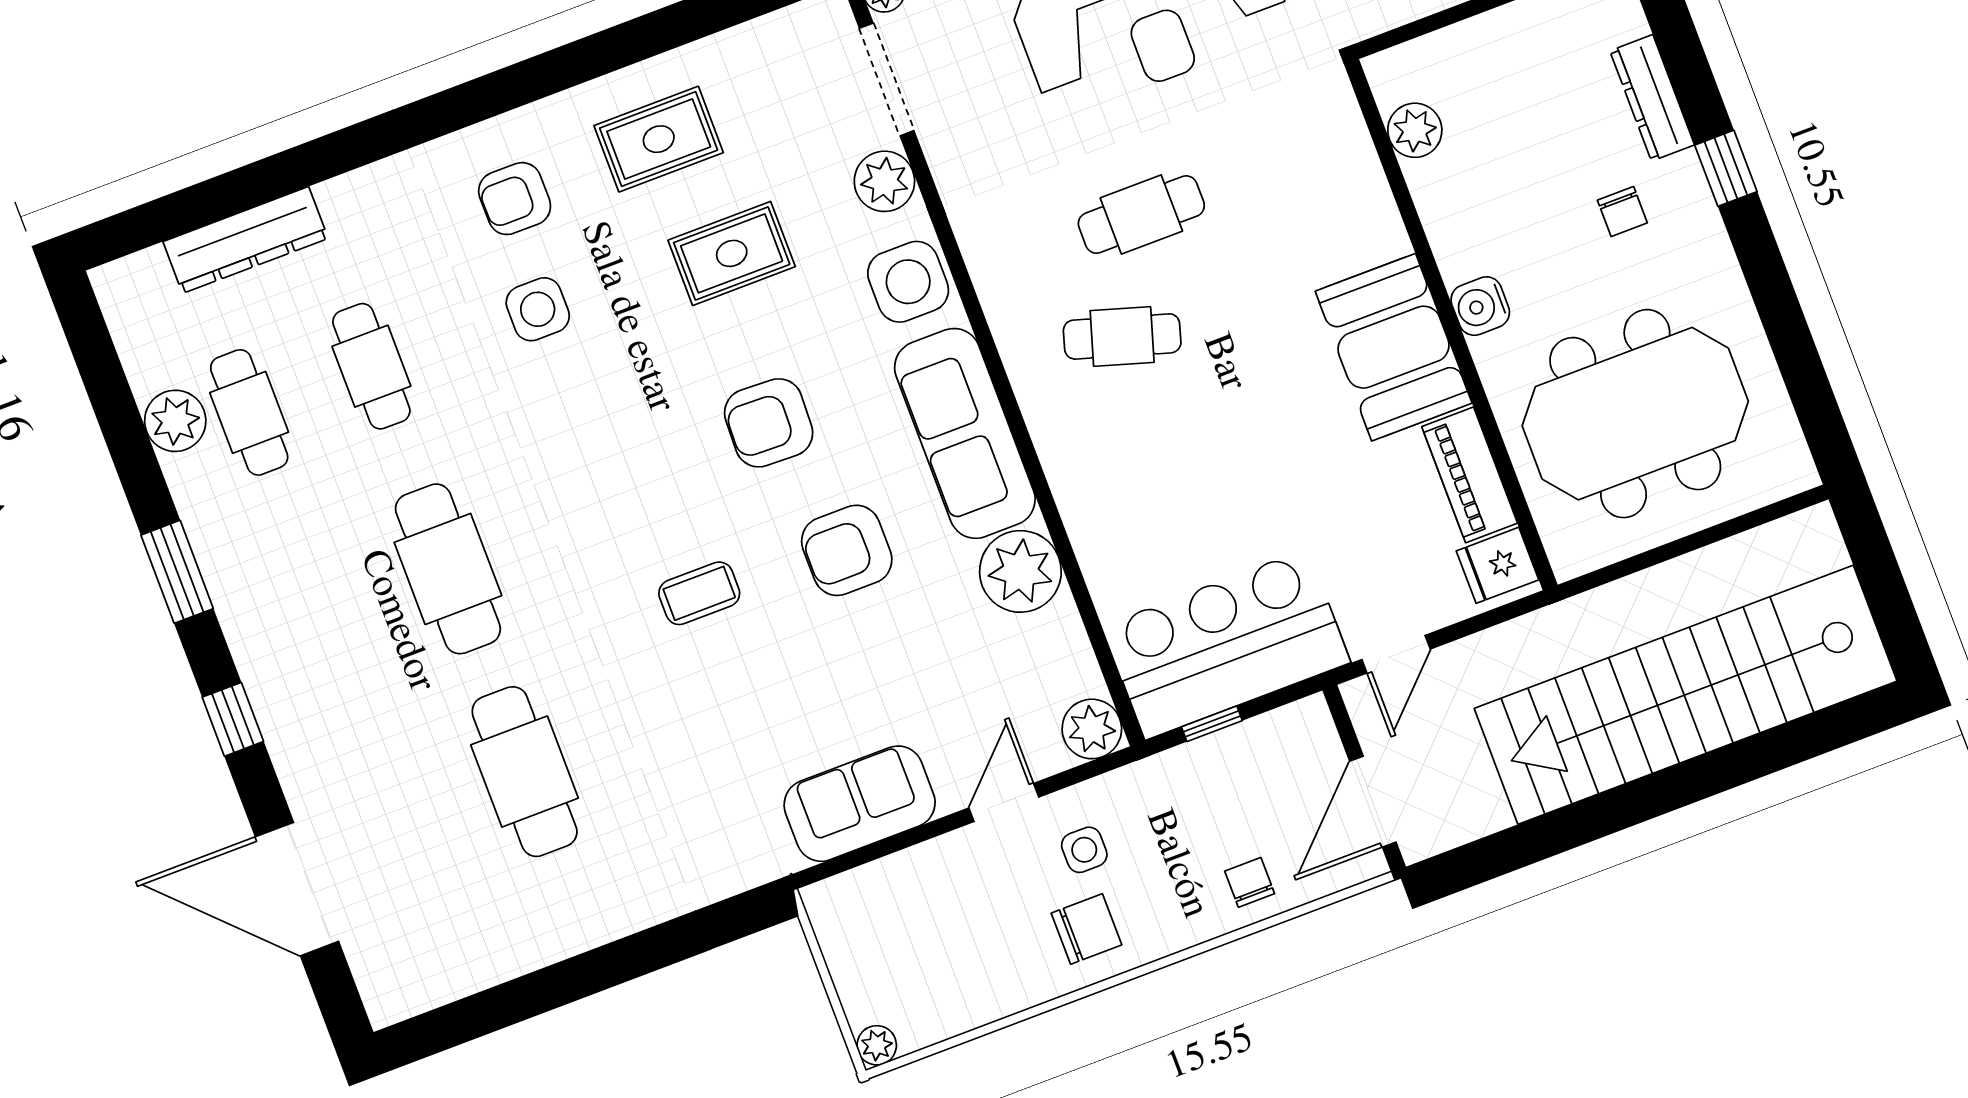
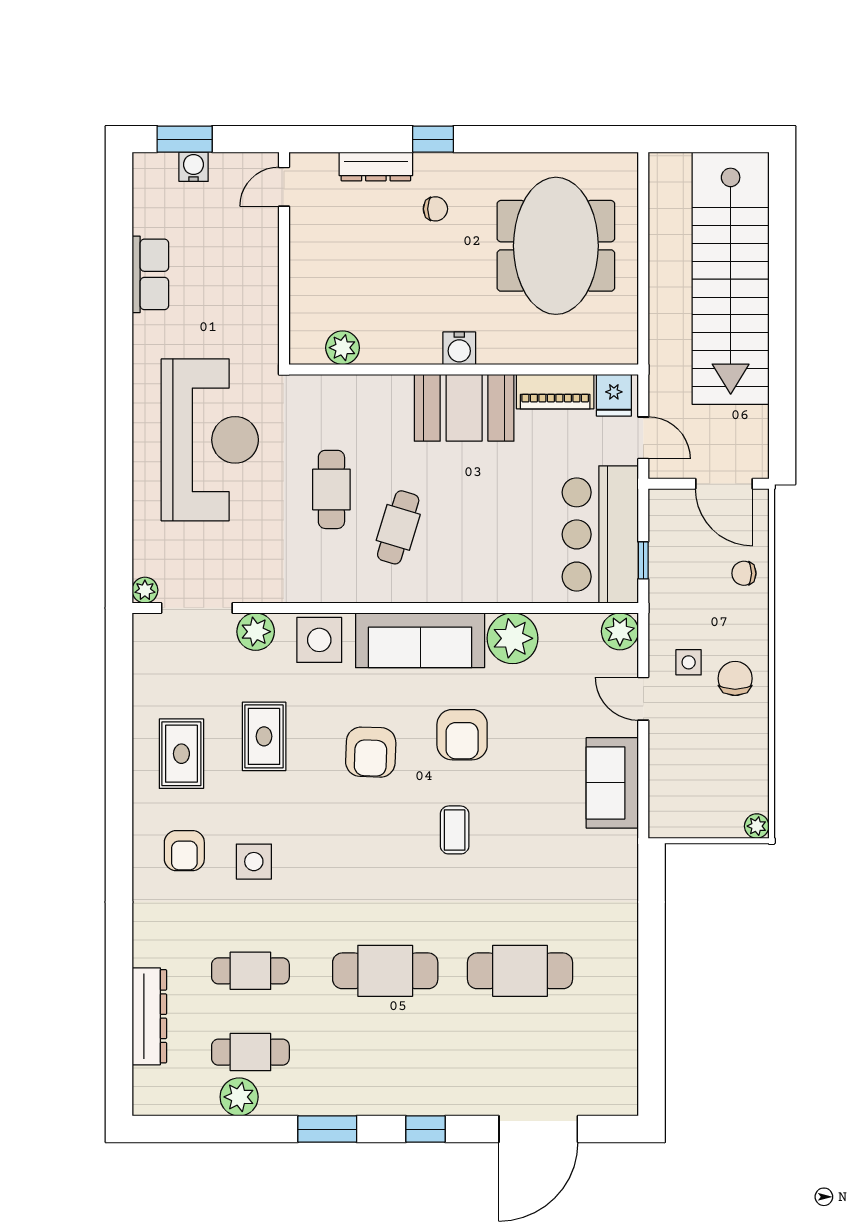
plant: (1415, 130) -> (343, 348), moved
water cooler: (1480, 306) -> (459, 348), moved
wall: (1451, 325) -> (464, 369), moved
booth: (1394, 347) -> (464, 408), moved
piano: (1470, 475) -> (555, 392), moved
fridge: (1498, 565) -> (614, 395), moved

